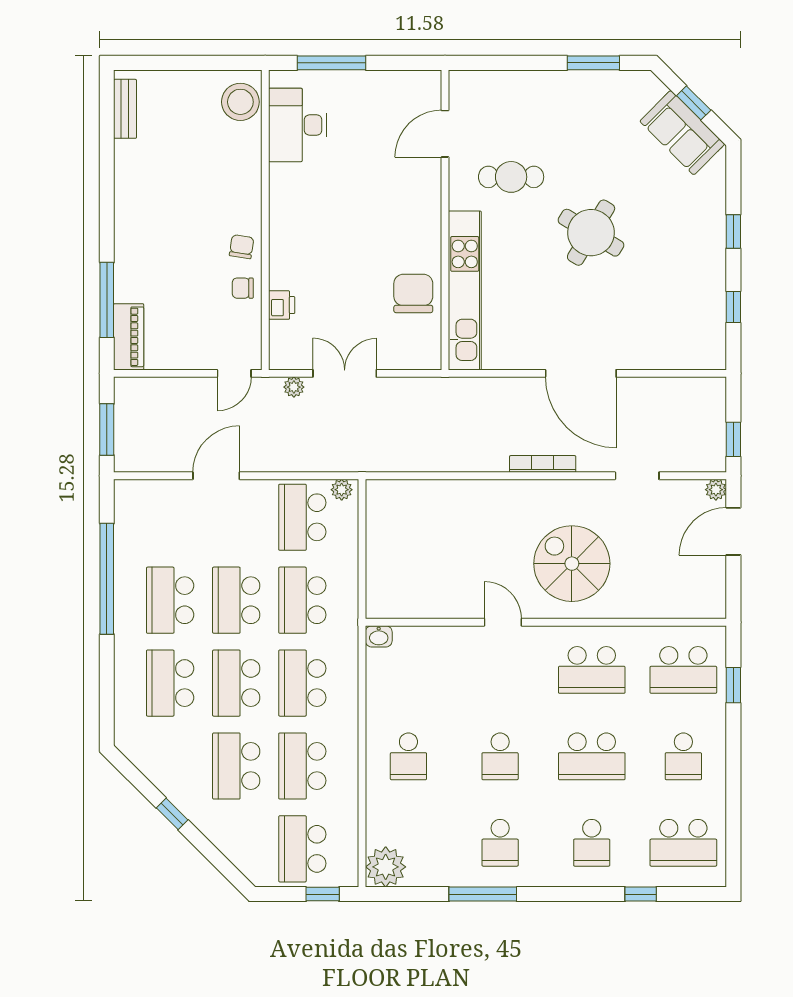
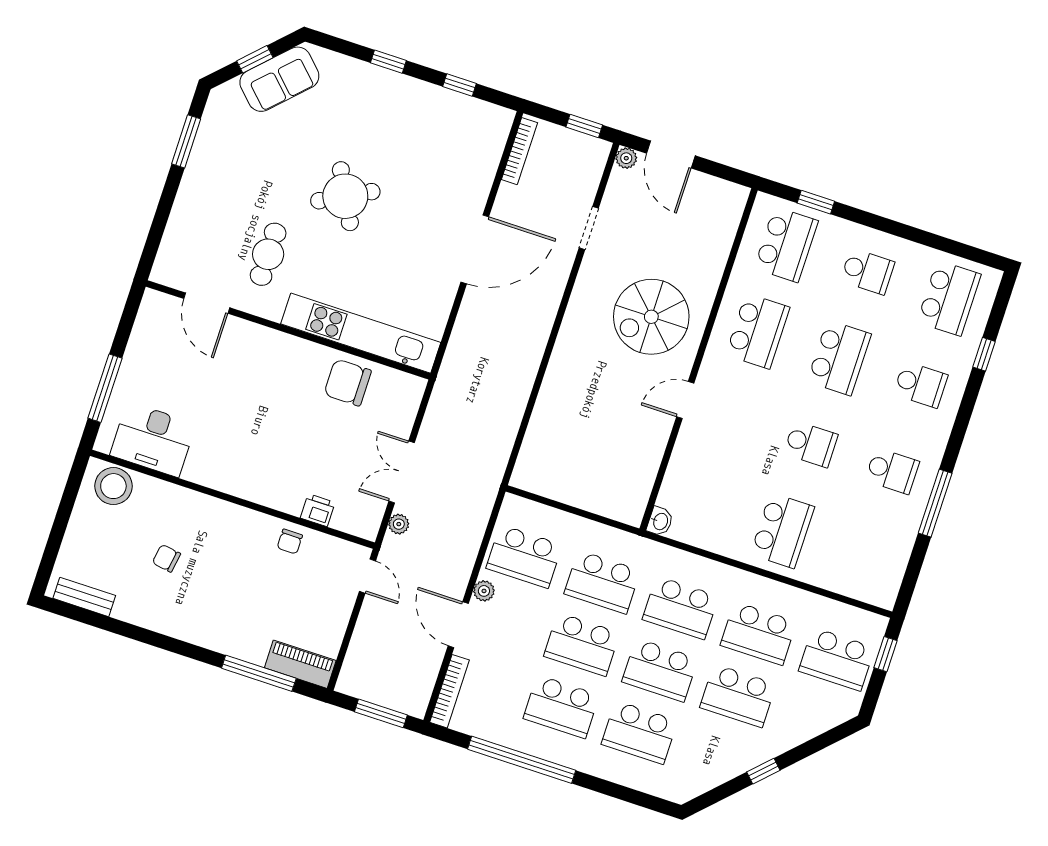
round table: (591, 233) -> (345, 196), turned 31
chair: (242, 247) -> (166, 558), moved
bookcase: (543, 464) -> (519, 151), moved, turned 180
bookcase: (150, 488) -> (450, 691), added
plant: (342, 490) -> (484, 591), moved
school desk: (408, 756) -> (782, 531), width x1.85
plant: (386, 867) -> (879, 586), removed

